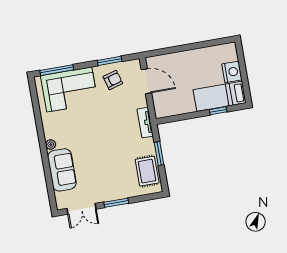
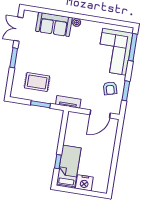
rug: (147, 171) -> (37, 82), moved

